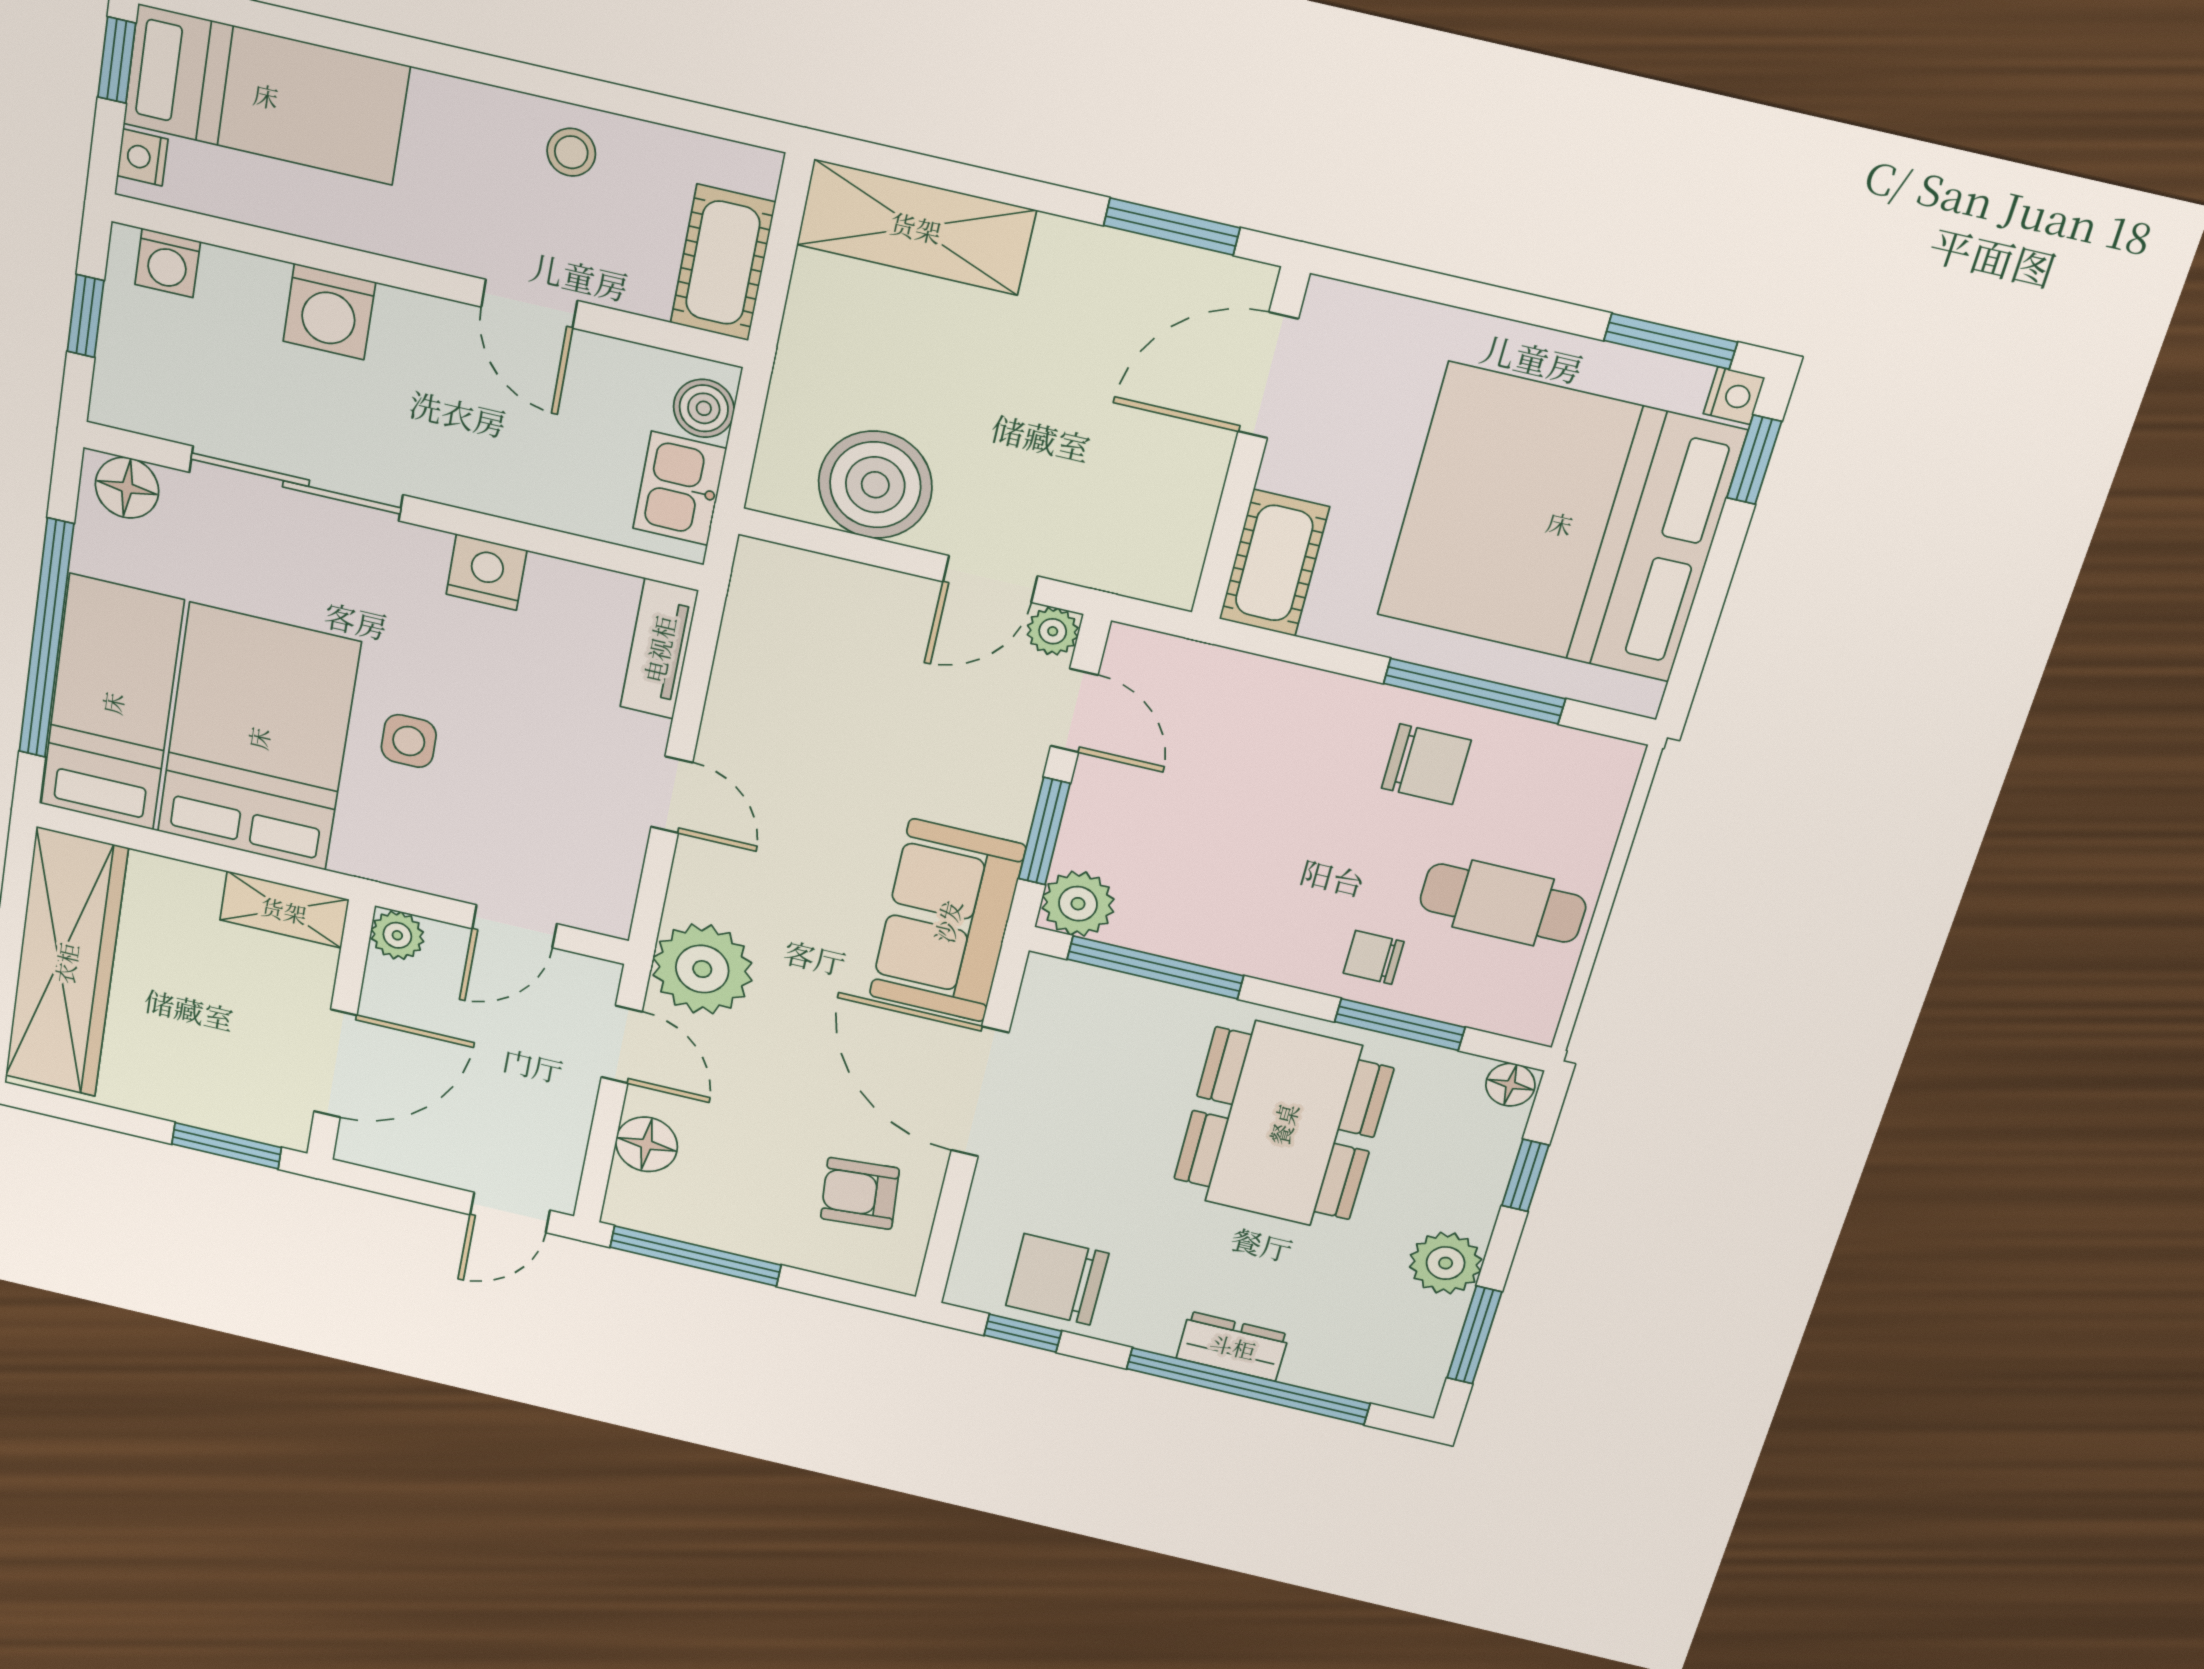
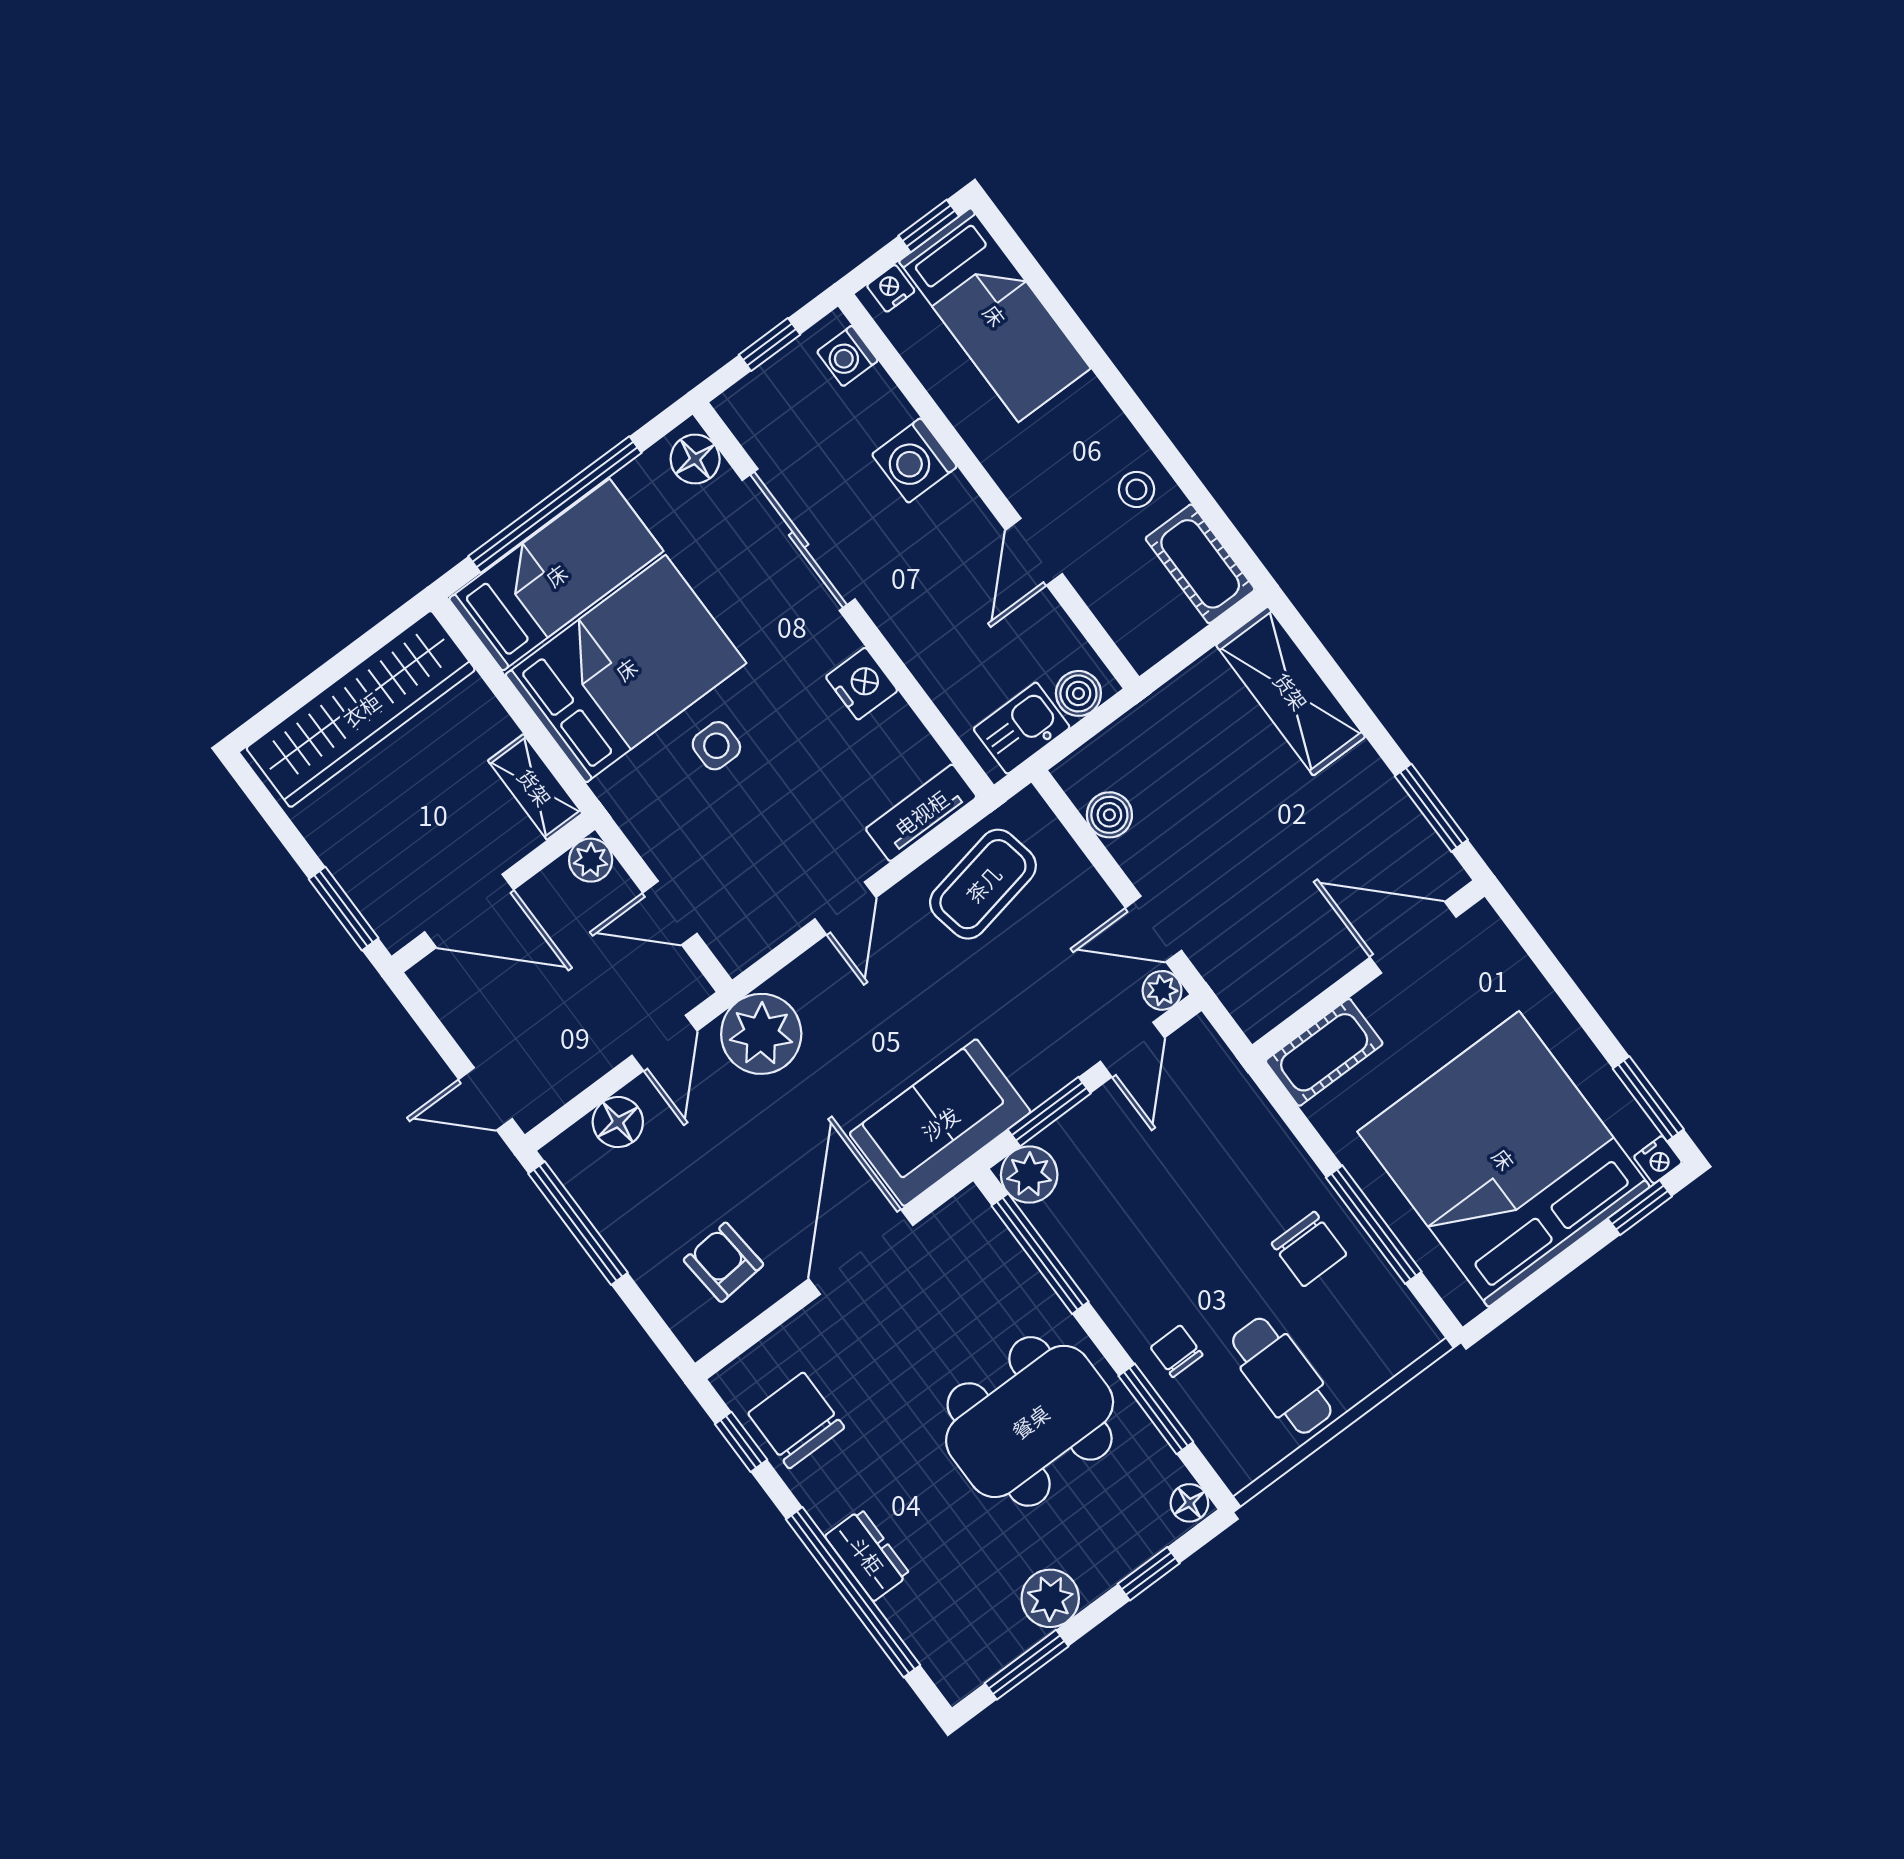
cot: (723, 263) -> (1200, 564), moved, turned 90
boiler: (875, 485) -> (1109, 815), width x0.54, depth x0.54
coffee table: (782, 669) -> (983, 884), added

